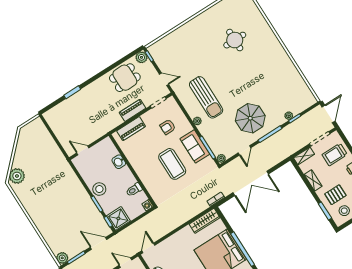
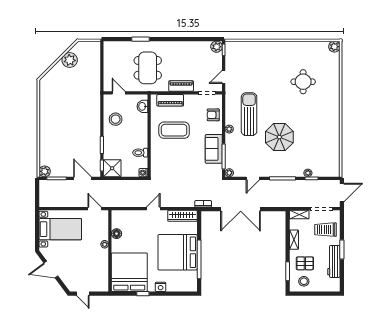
dining table: (125, 78) -> (148, 68), moved, width x1.38
door: (164, 79) -> (224, 77), swing flipped
sun lounger: (206, 97) -> (249, 114), turned 180
parasol: (250, 118) -> (279, 137), moved
armchair: (168, 127) -> (213, 115), moved
washbasin: (119, 162) -> (142, 106), moved
coffee table: (172, 164) -> (174, 130), moved, turned 90
plant: (17, 176) -> (70, 60), moved
stool: (99, 189) -> (116, 119), moved
door: (148, 248) -> (153, 209), moved

